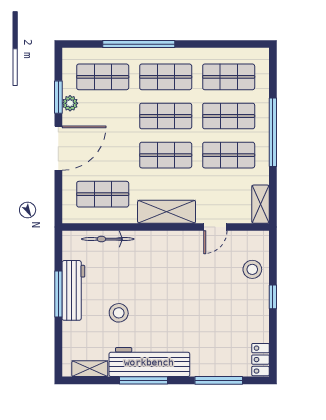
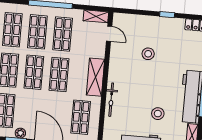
door: (215, 227) -> (109, 34), moved
bicycle: (108, 239) -> (111, 100), moved
stool: (252, 269) -> (148, 54), moved
window: (273, 297) -> (167, 15), moved

